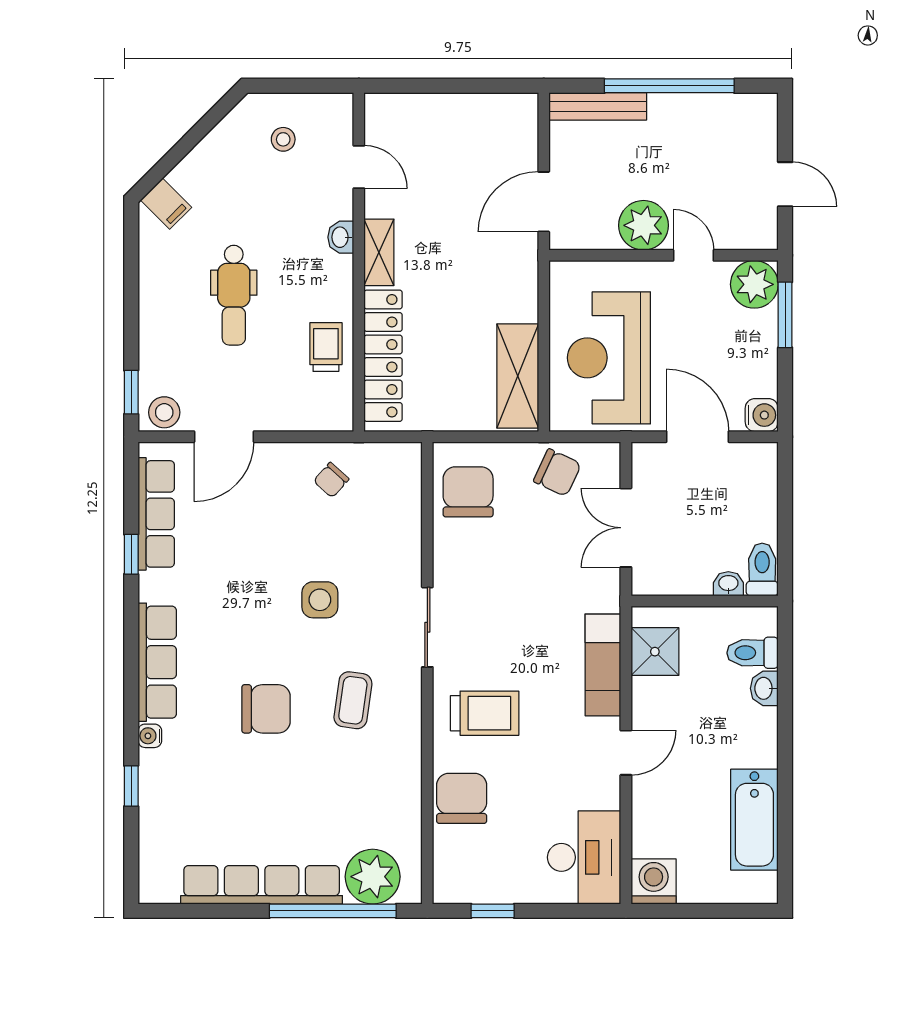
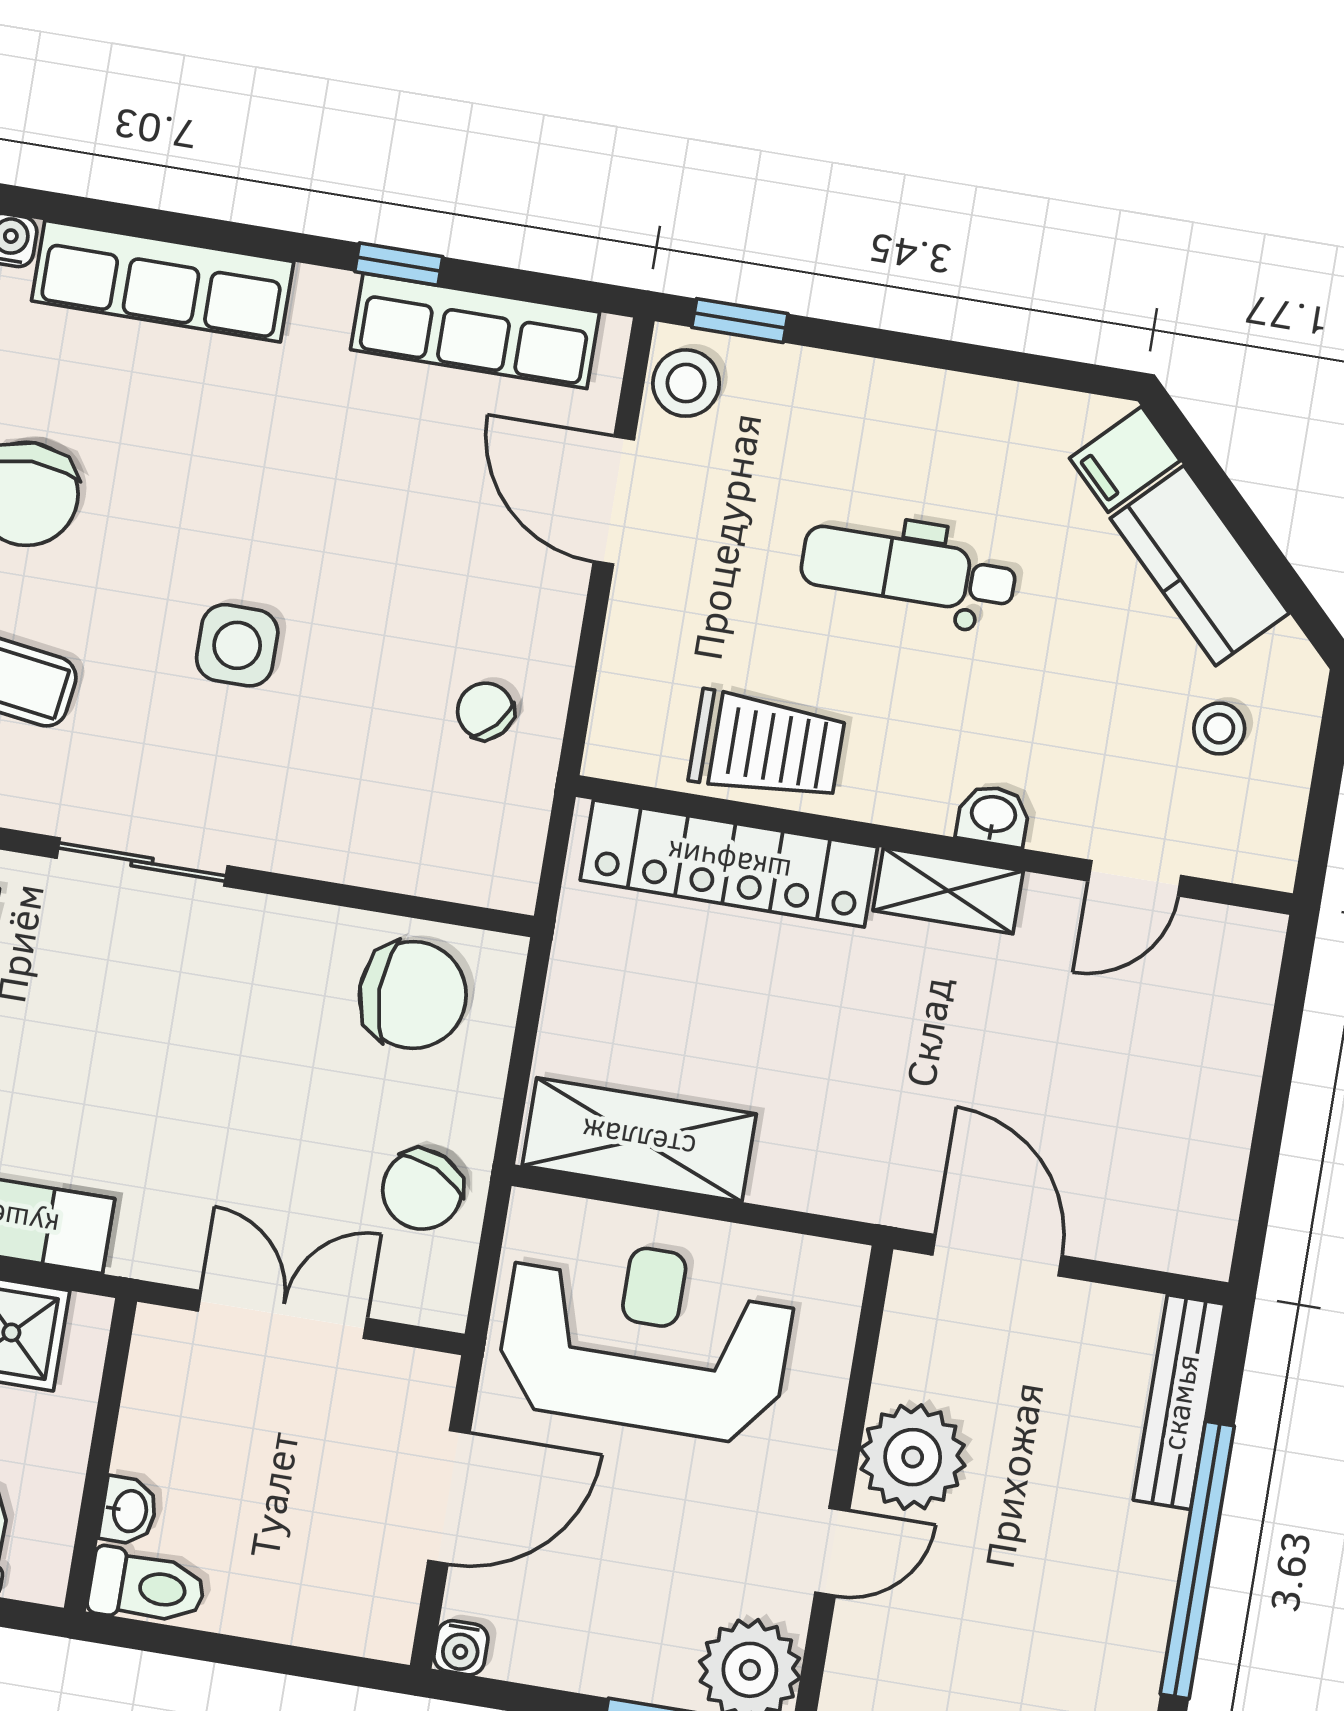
kitchen counter: (209, 161) -> (1200, 566), added
trolley: (326, 347) -> (767, 746), width x1.36, depth x1.39
water cooler: (762, 415) -> (461, 1648), width x0.72, depth x0.72

